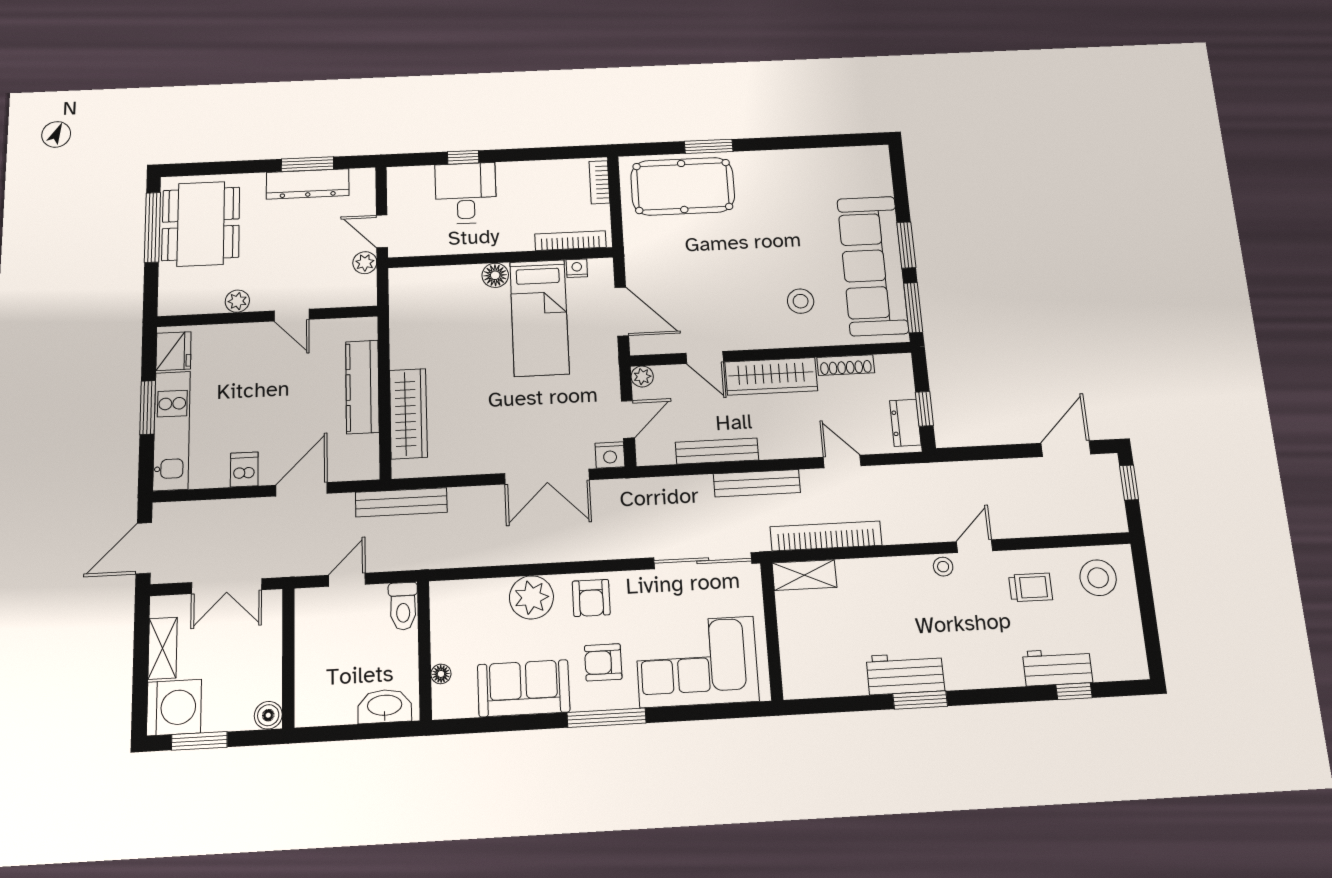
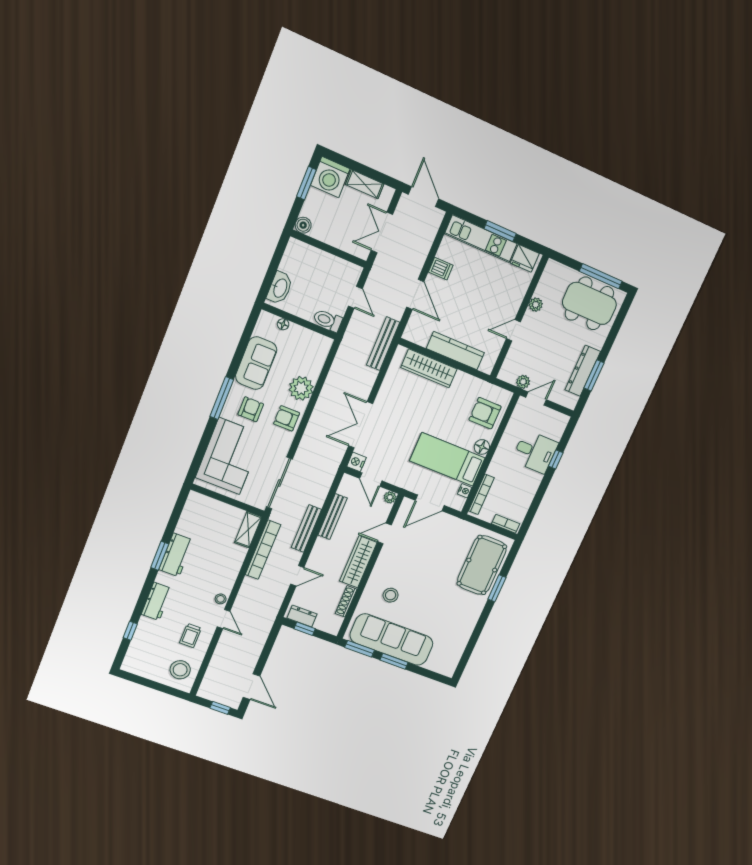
armchair: (440, 296) -> (485, 413), added
workbench: (1058, 667) -> (156, 601), moved

